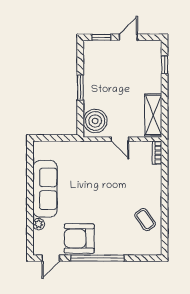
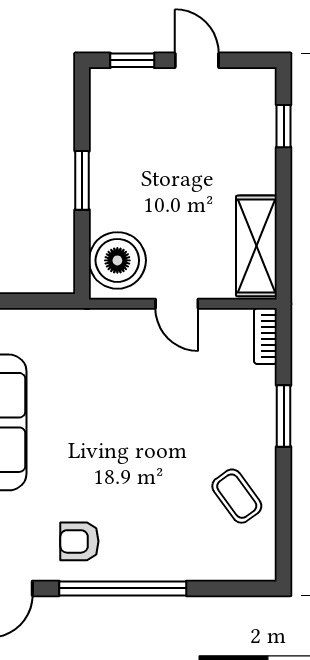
door: (128, 37) -> (197, 60), hinge flipped
window: (165, 186) -> (284, 416), added
armchair: (79, 238) -> (79, 541), width x0.53, depth x0.53

